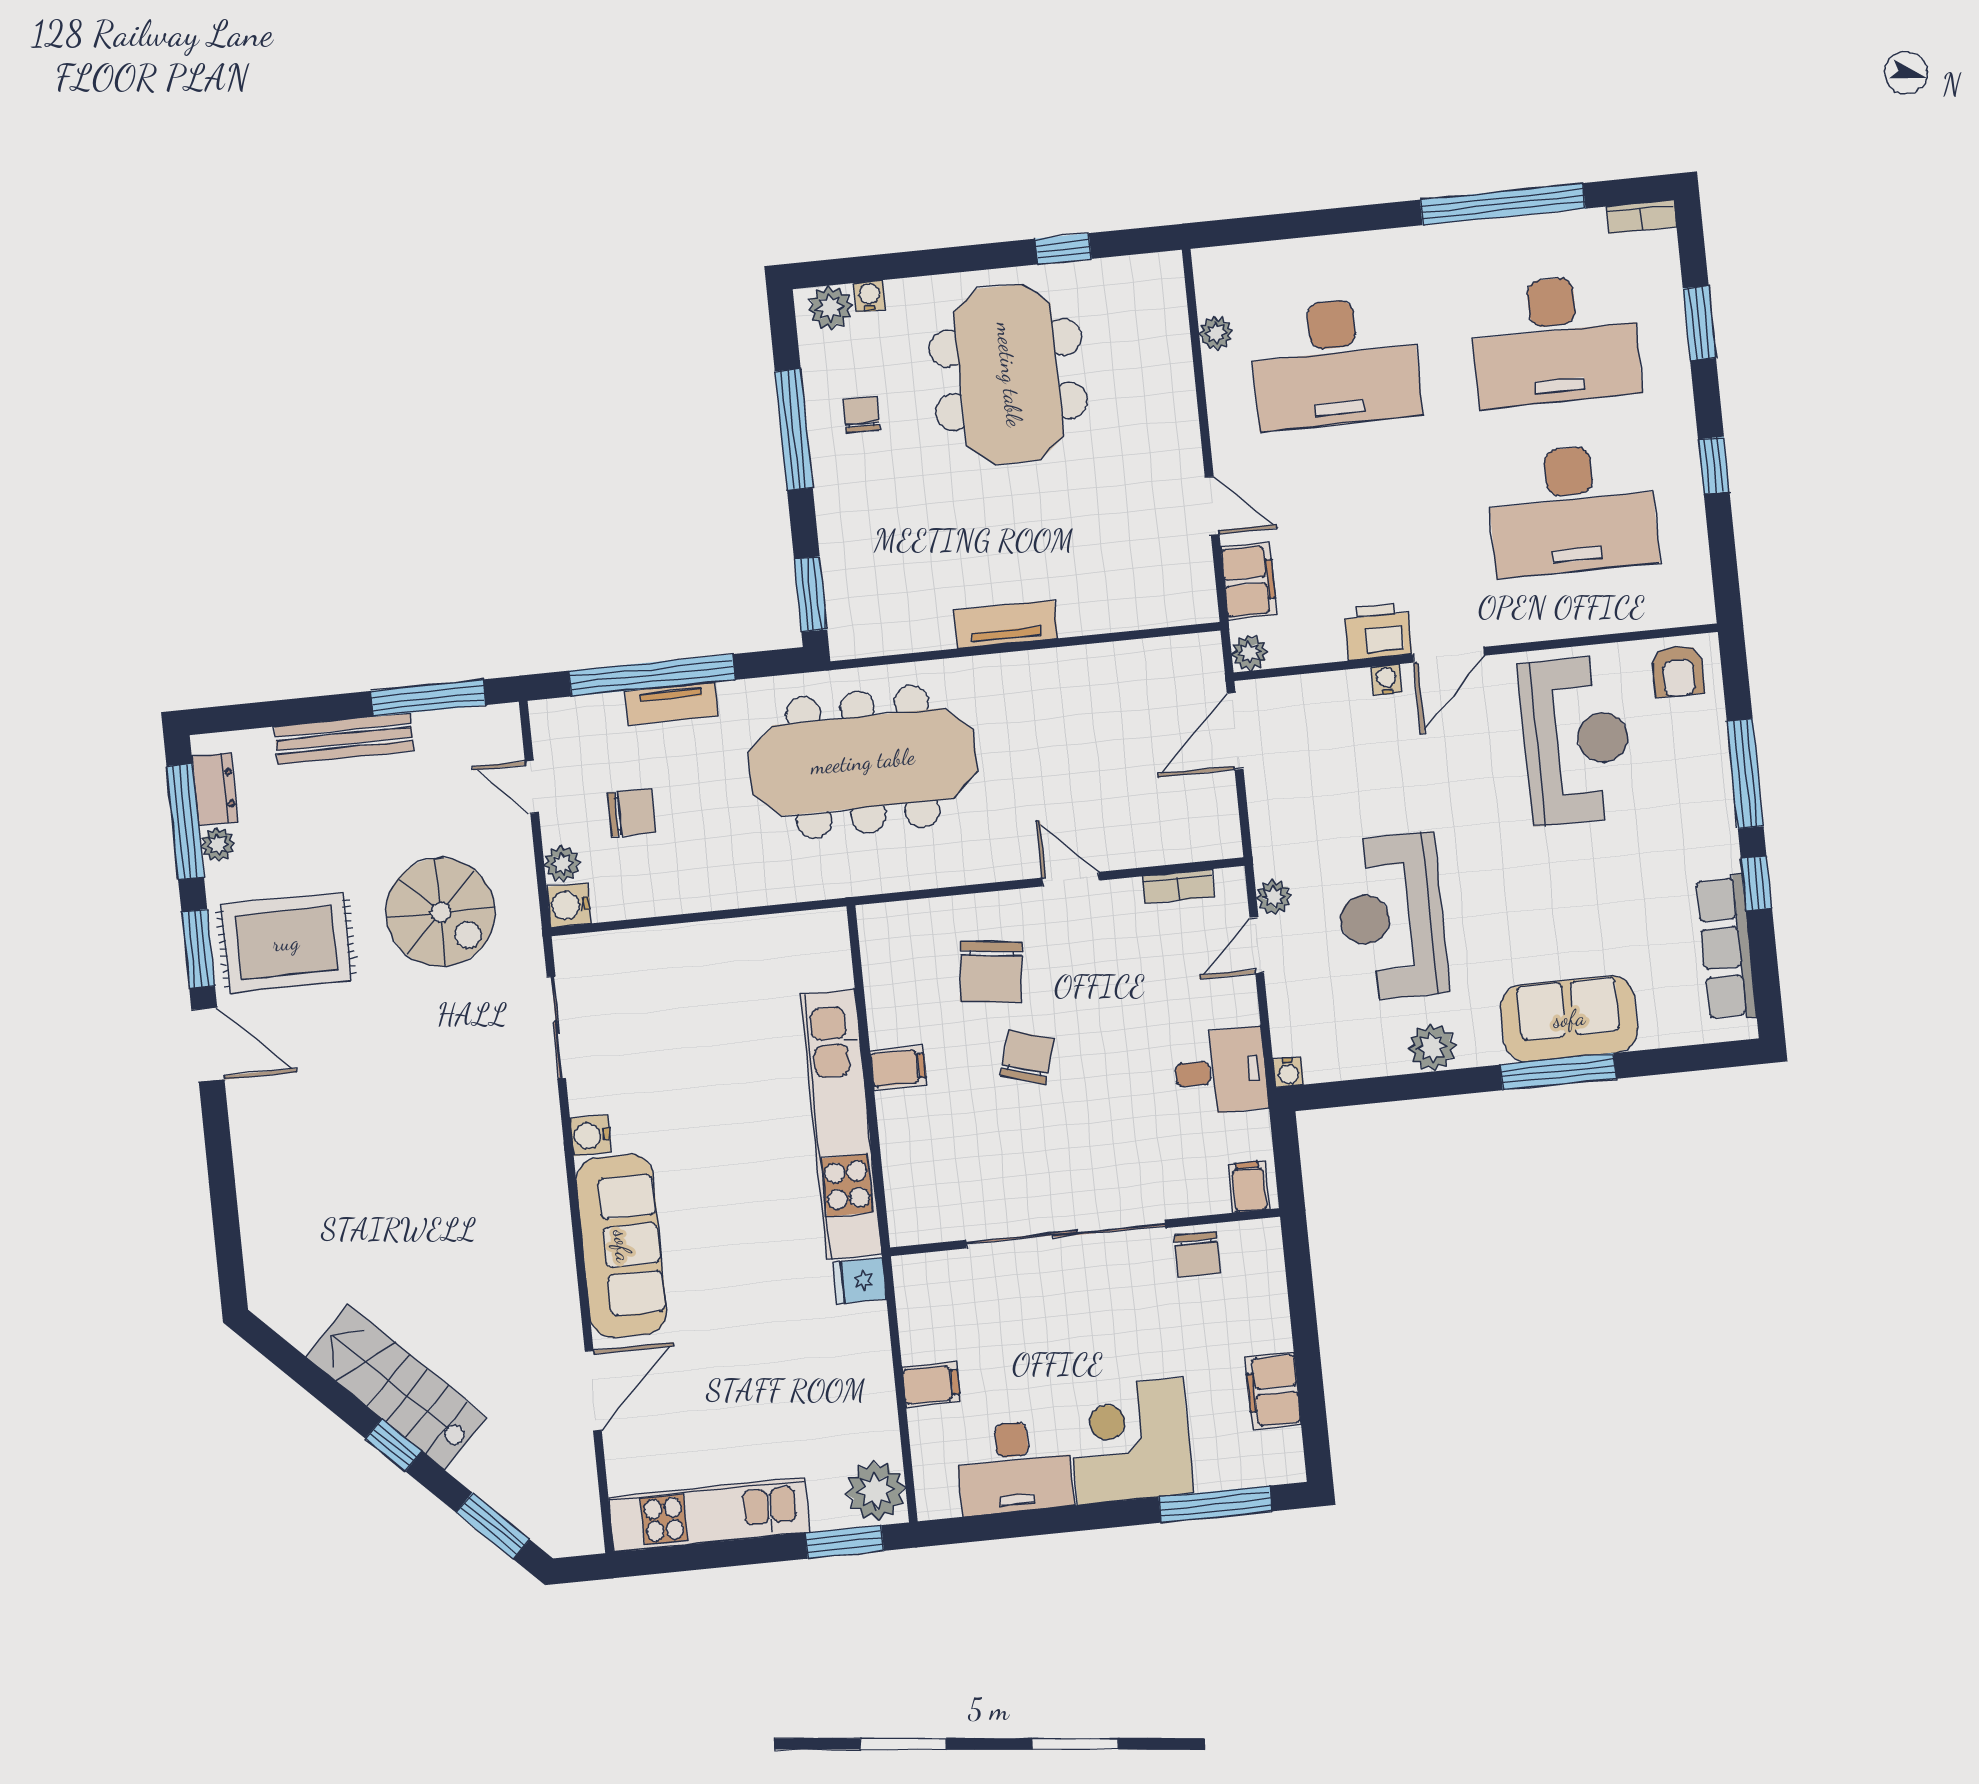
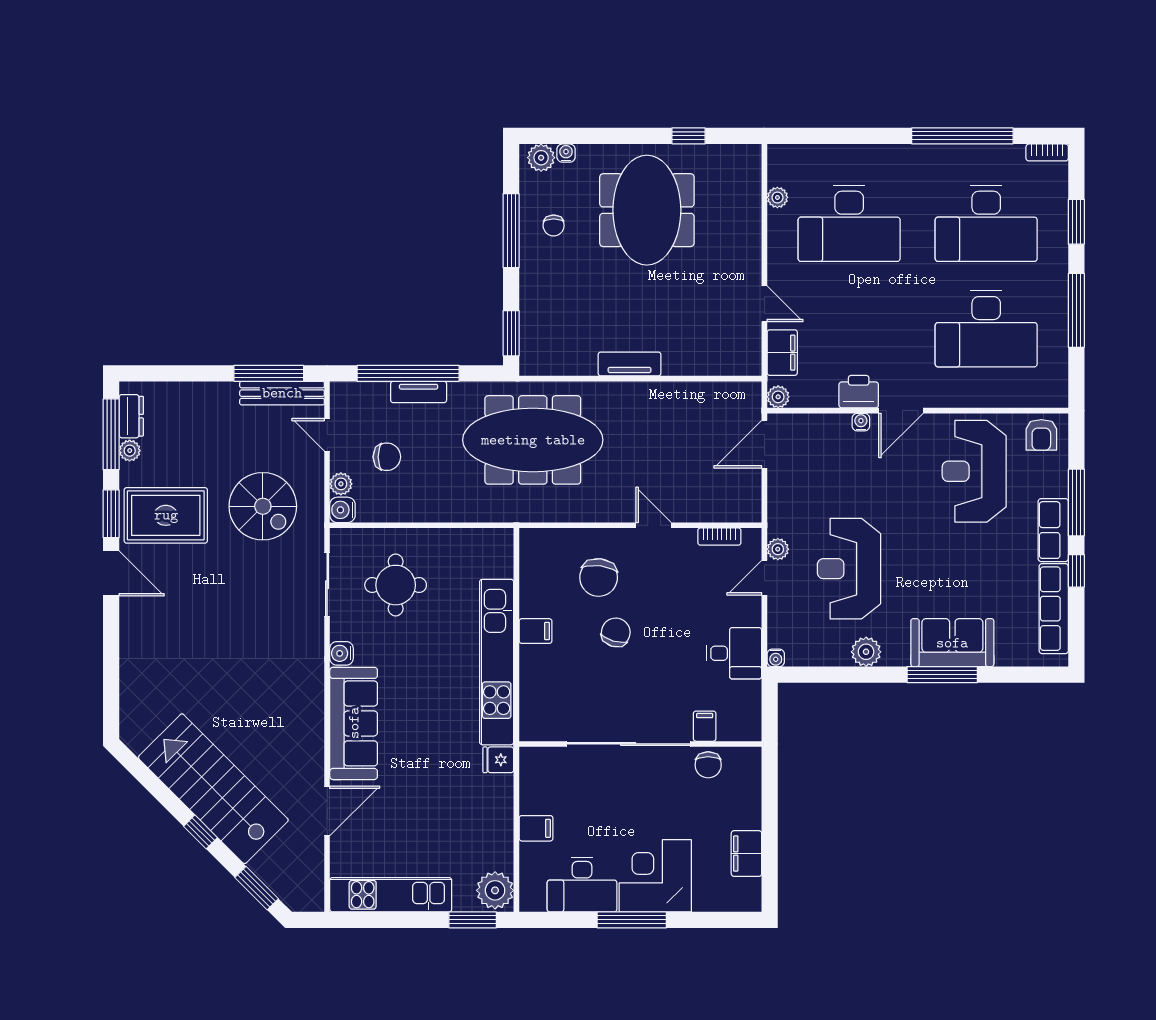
chair: (861, 414) -> (554, 225), turned 180
window: (1714, 465) -> (1076, 310), width x2.17
bench: (344, 739) -> (282, 393), moved
reception desk: (1576, 740) -> (974, 471), turned 180
row of seats: (1713, 822) -> (1053, 530), added
round table: (666, 1017) -> (396, 585), added
filing cabinet: (1249, 1187) -> (705, 726), moved
stairs: (396, 1387) -> (213, 789), width x1.36, depth x1.51
window: (1215, 1504) -> (632, 920), moved

